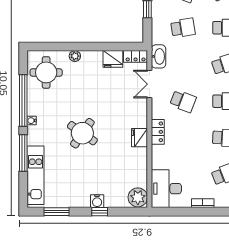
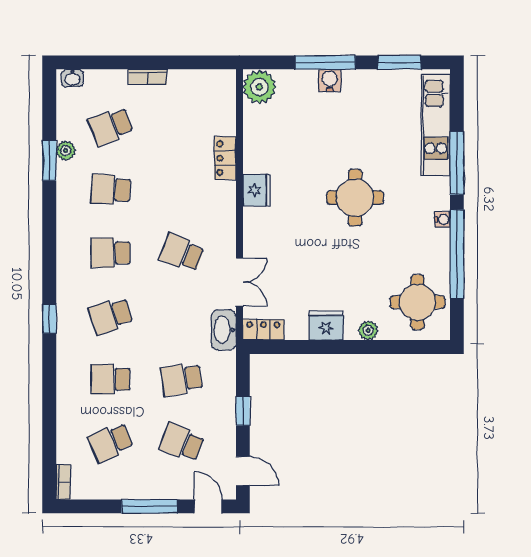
fridge: (113, 59) -> (326, 326), moved
locker: (158, 132) -> (225, 158), moved
round table: (82, 133) -> (355, 198), turned -35
desk: (166, 189) -> (210, 102), removed
window: (100, 212) -> (325, 62), width x2.17

